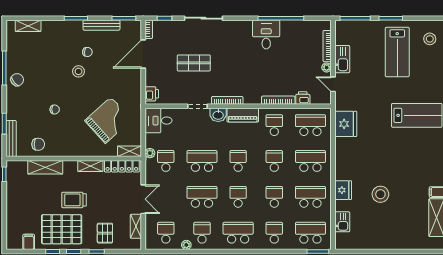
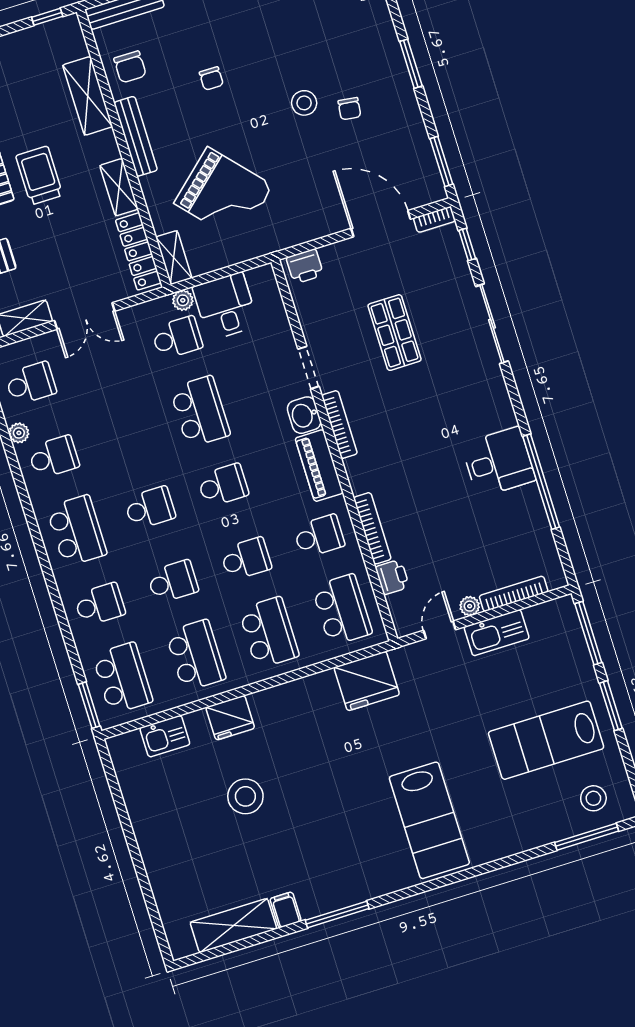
bench: (101, 25) -> (136, 136), moved
desk: (158, 121) -> (225, 306), moved
school desk: (202, 197) -> (127, 434), removed

